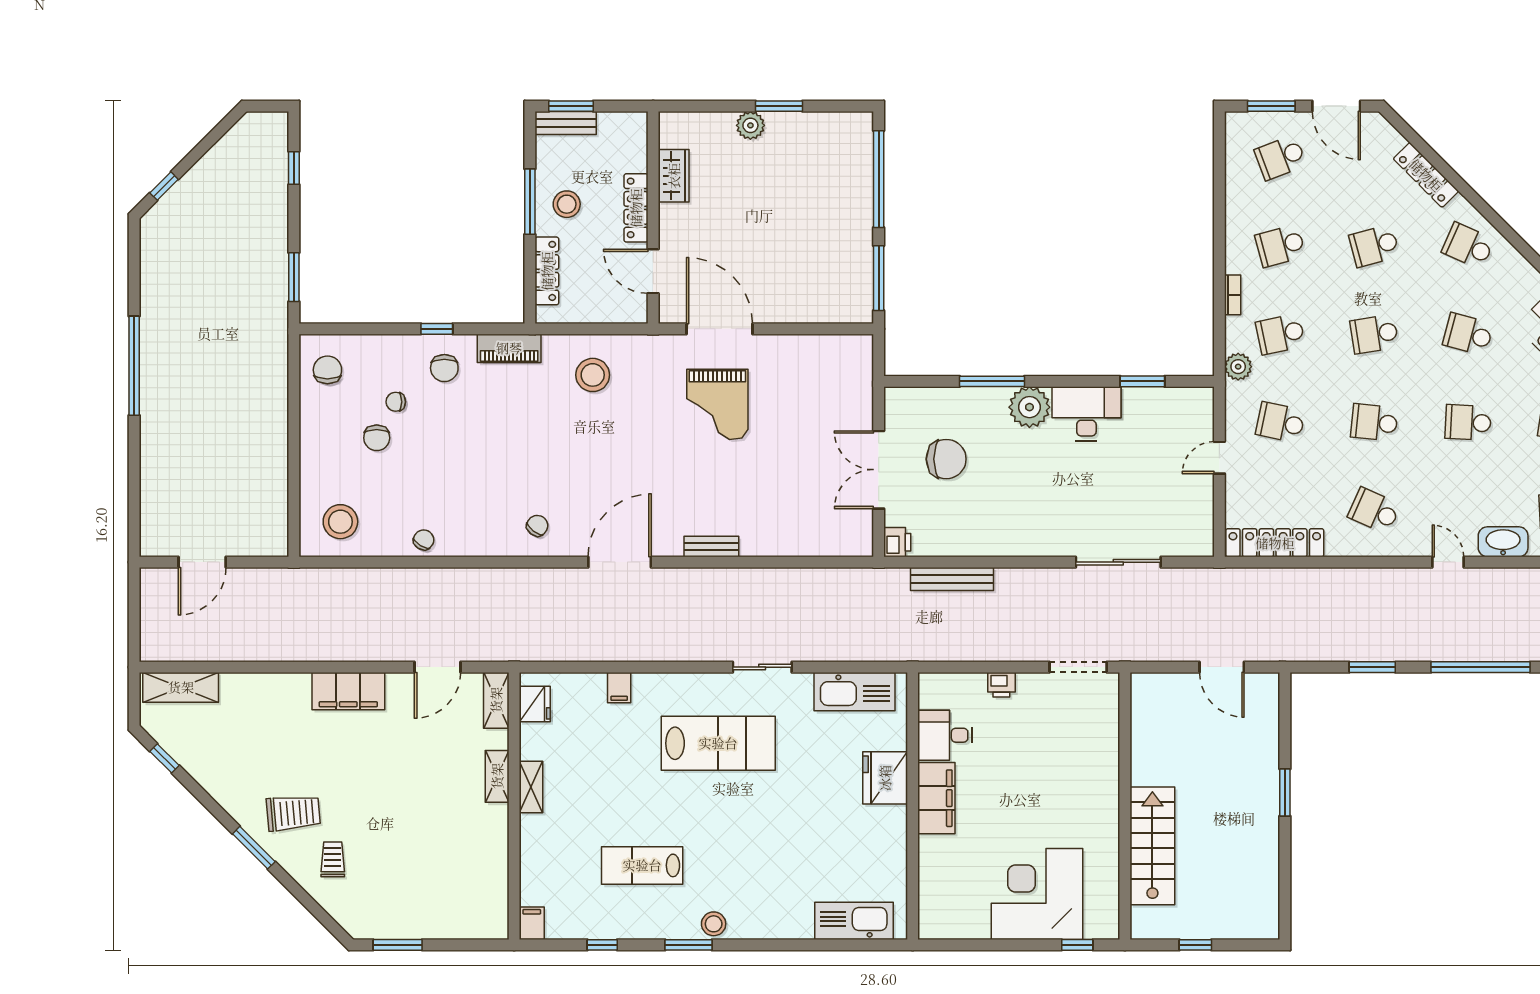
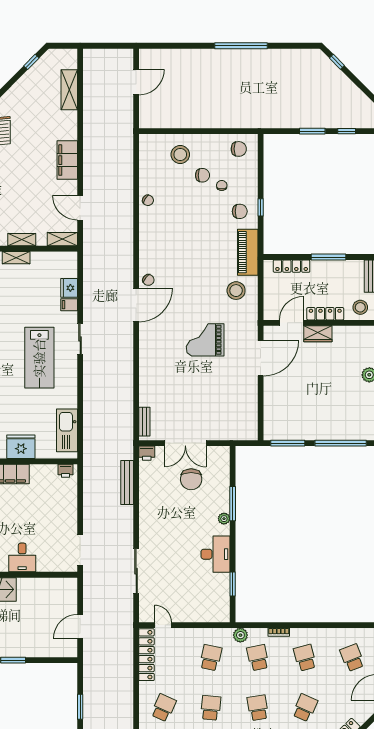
wardrobe: (674, 176) -> (318, 334), moved
stool: (567, 204) -> (360, 307), moved
school desk: (1374, 246) -> (305, 708), turned 39
window: (294, 277) -> (312, 131), moved
piano: (509, 348) -> (248, 252), width x1.37, depth x1.33
chair: (444, 368) -> (240, 211), turned 180
grand piano: (717, 404) -> (205, 340), moved
plant: (1029, 407) -> (224, 519), width x0.53, depth x0.53
chair: (377, 438) -> (202, 175), turned 180
door: (1219, 458) -> (163, 625), moved
double door: (879, 470) -> (185, 443), swing flipped
stool: (340, 522) -> (180, 155), moved
chair: (537, 526) -> (148, 280), moved
bench: (711, 547) -> (144, 422), moved
door: (202, 562) -> (136, 82), swing flipped
door: (620, 562) -> (136, 305), hinge flipped
sliding door: (762, 667) -> (80, 339), moved
printer: (1001, 685) -> (66, 471), moved, turned -90
shelving: (181, 687) -> (69, 90), moved
fridge: (535, 704) -> (69, 288), moved, turned 90
desk: (945, 735) -> (22, 557), moved, turned 180

